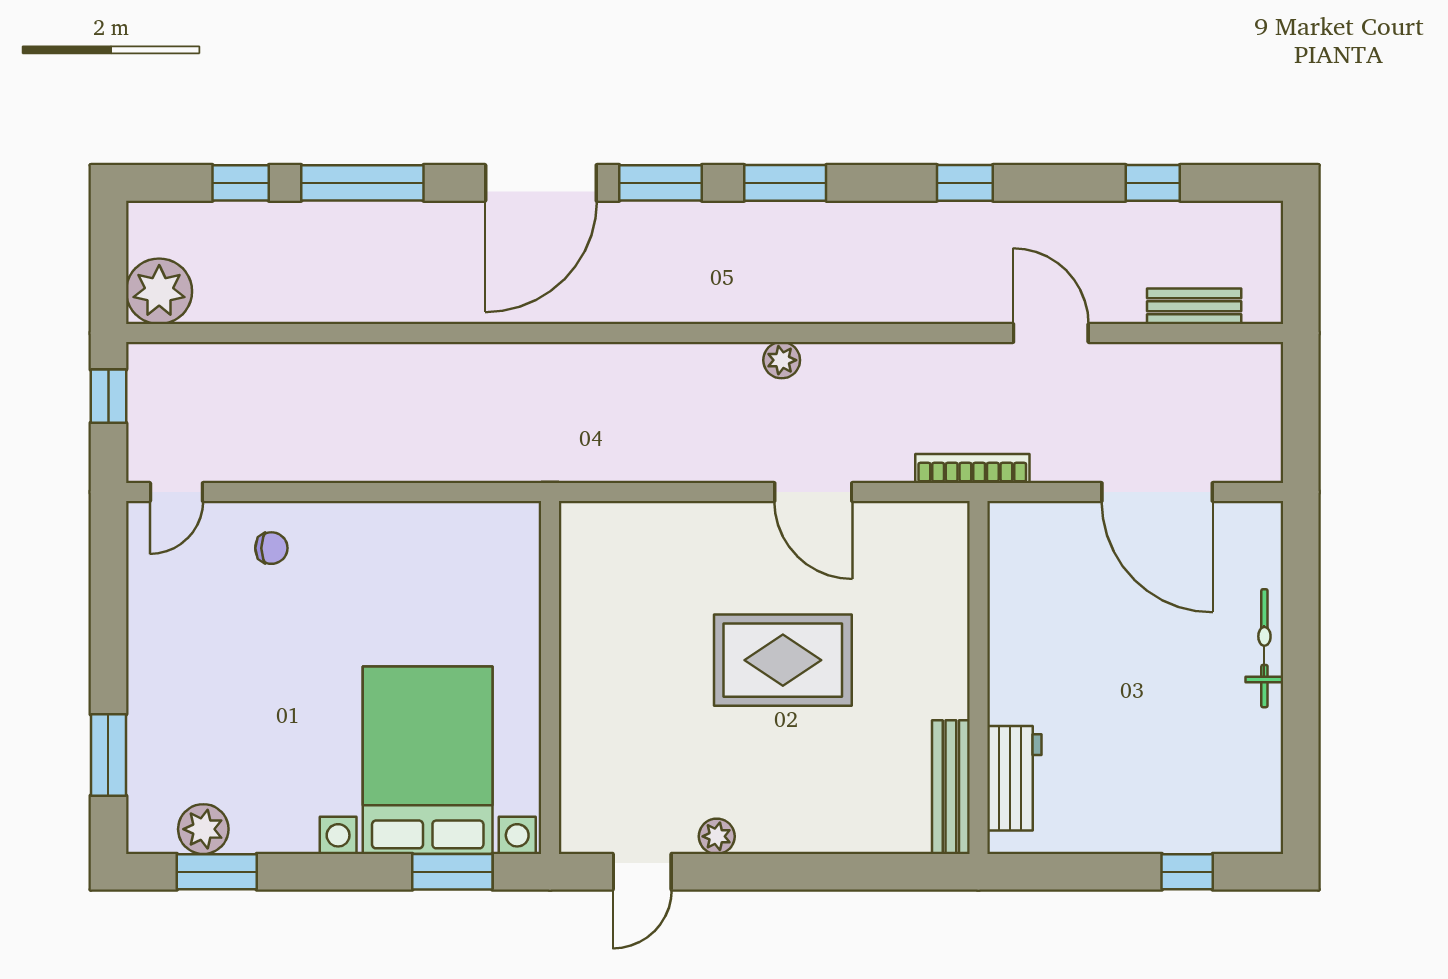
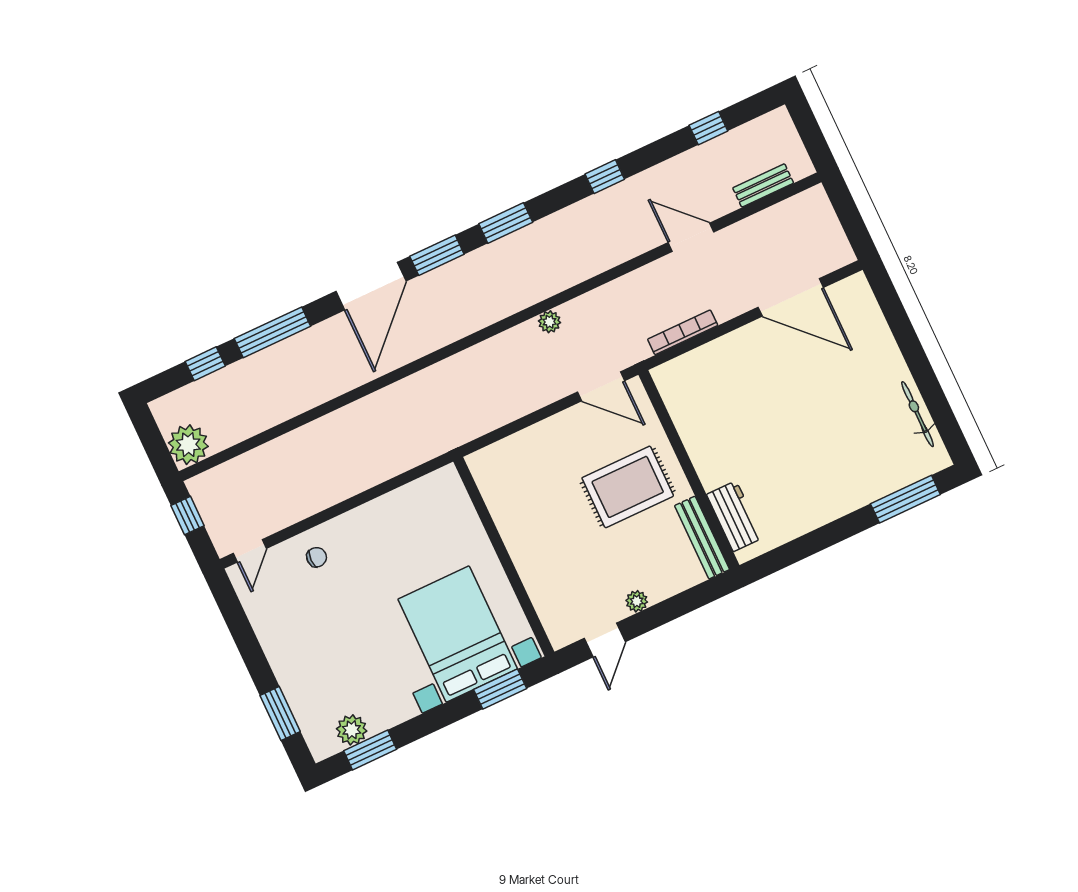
bicycle: (1264, 648) -> (918, 414), moved
wall: (978, 677) -> (689, 470), moved
workbench: (1014, 778) -> (735, 516), moved
bench: (951, 787) -> (702, 538), moved
window: (1187, 872) -> (905, 499), width x2.17

